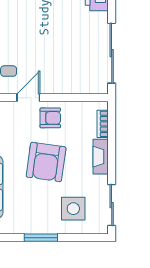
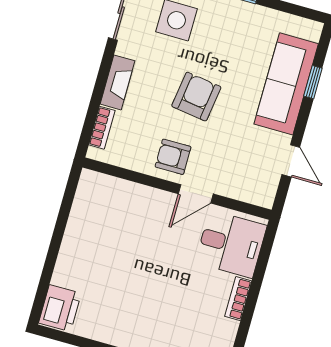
sliding door: (112, 53) -> (61, 224), removed
armchair: (46, 162) -> (196, 97), width x0.73, depth x0.73

